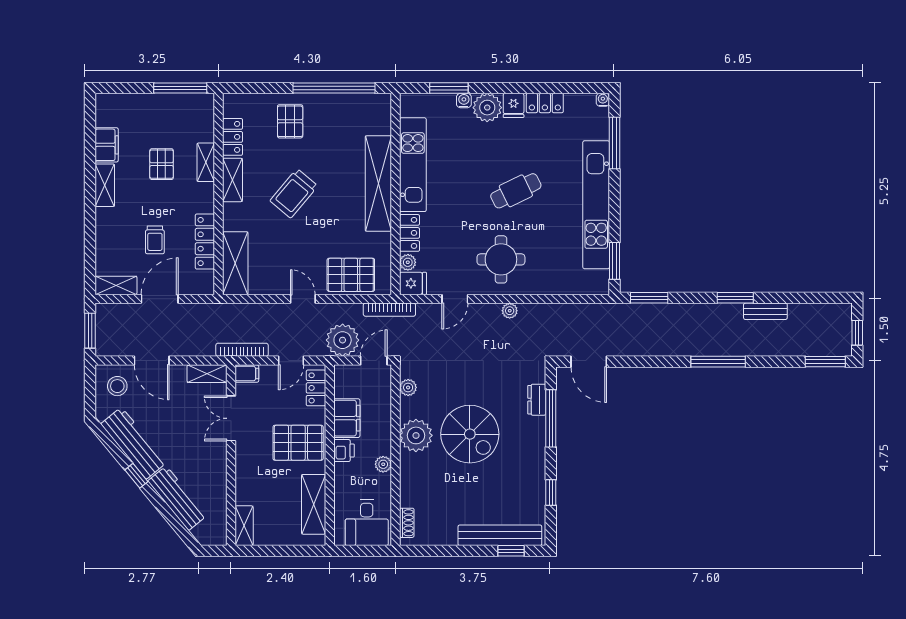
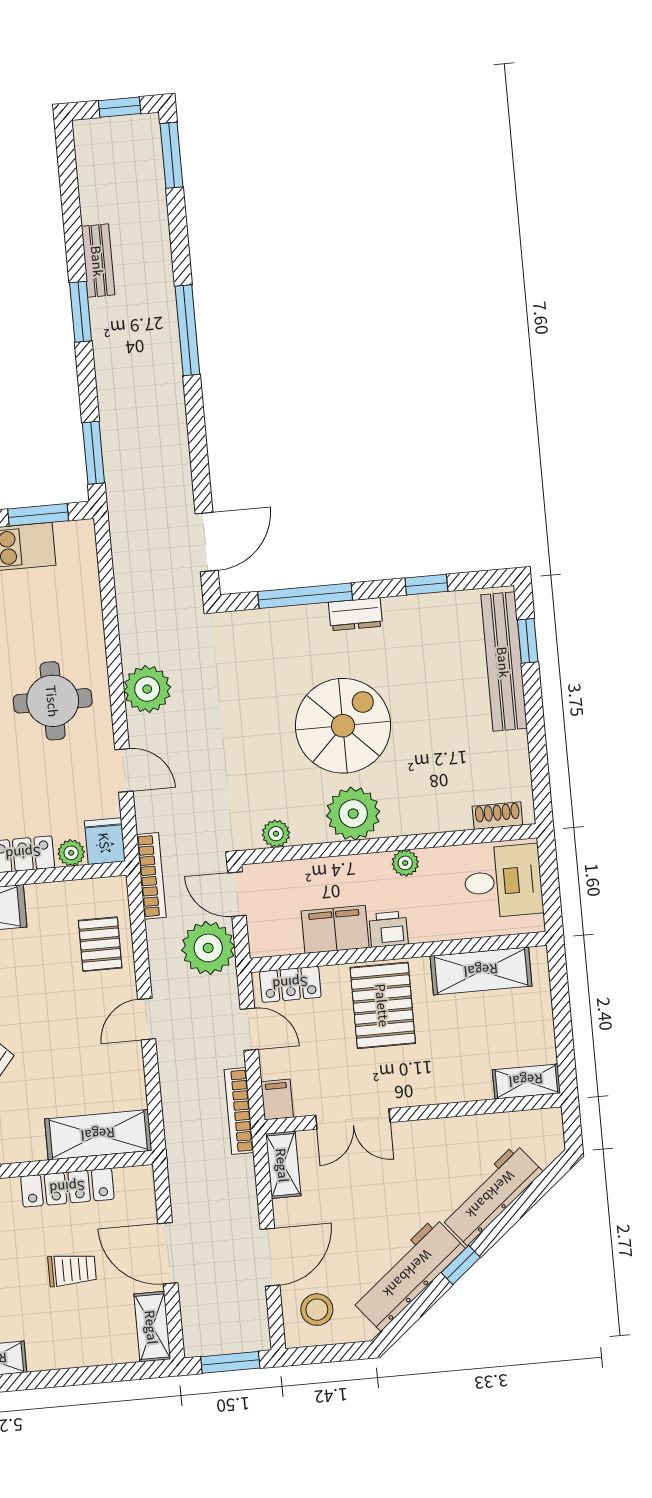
pallet: (351, 275) -> (100, 944), width x0.67, depth x0.71
plant: (510, 311) -> (147, 689), width x1.88, depth x1.88
dresser: (537, 400) -> (356, 614), moved

